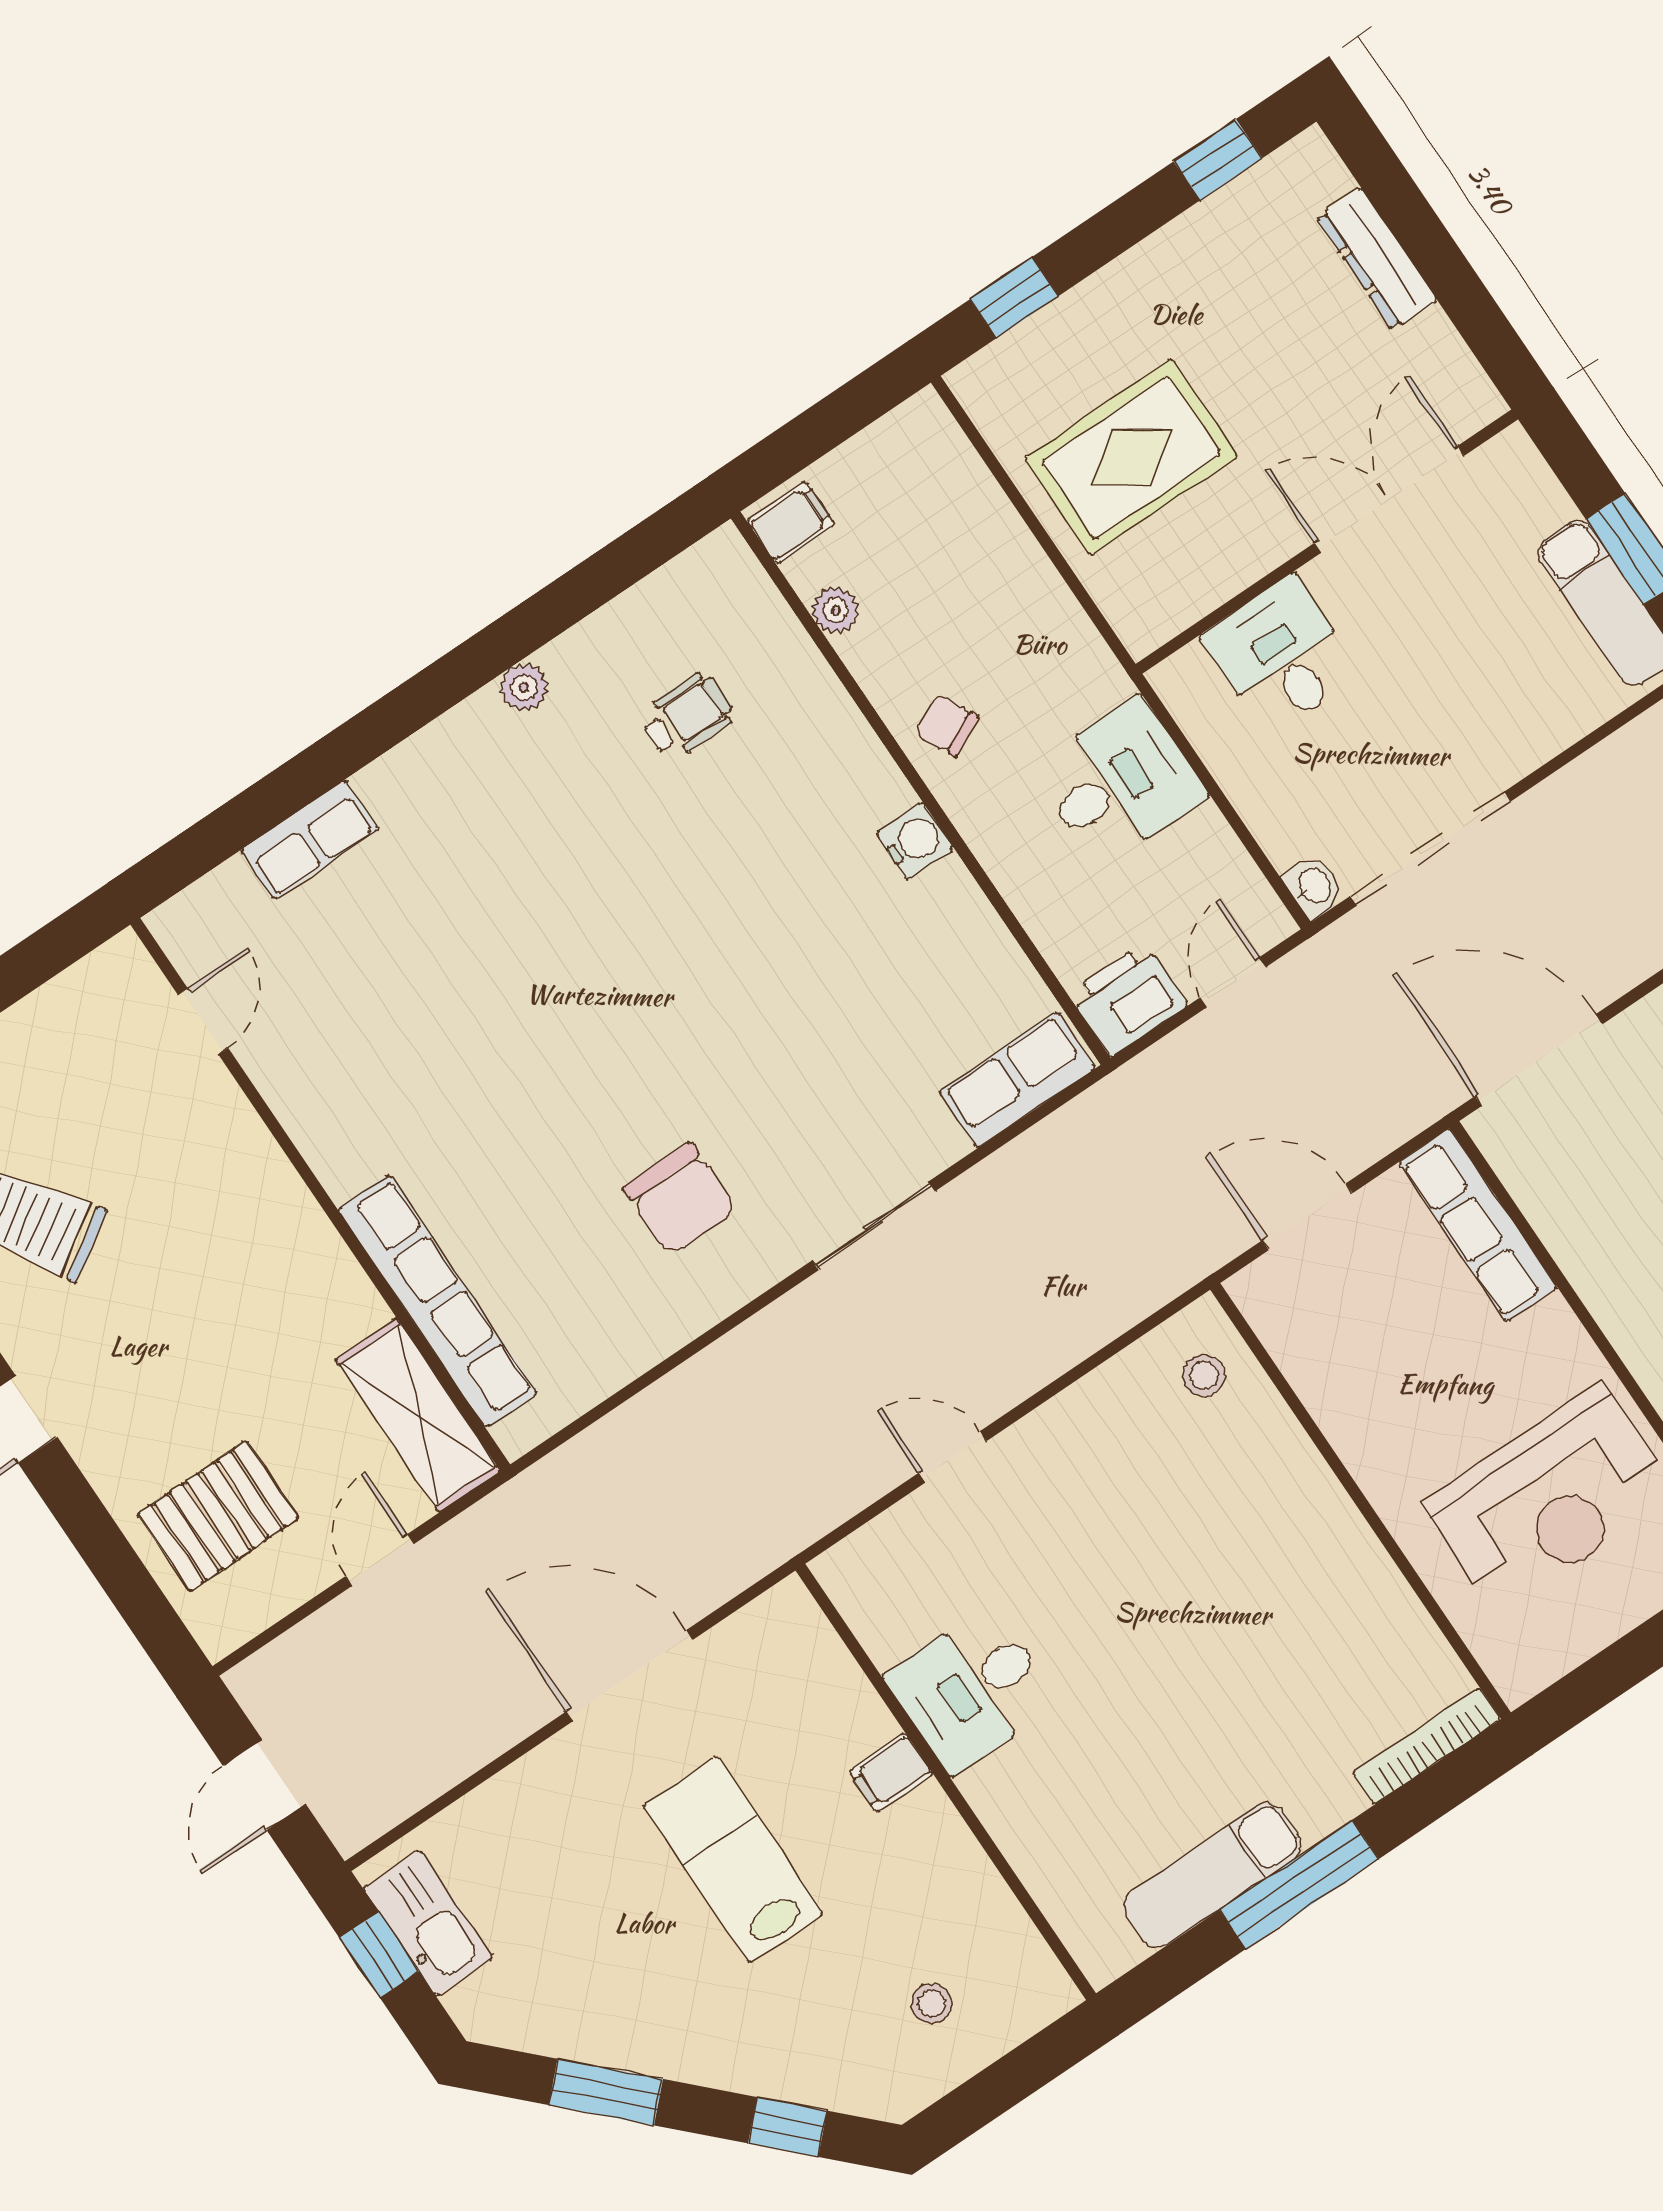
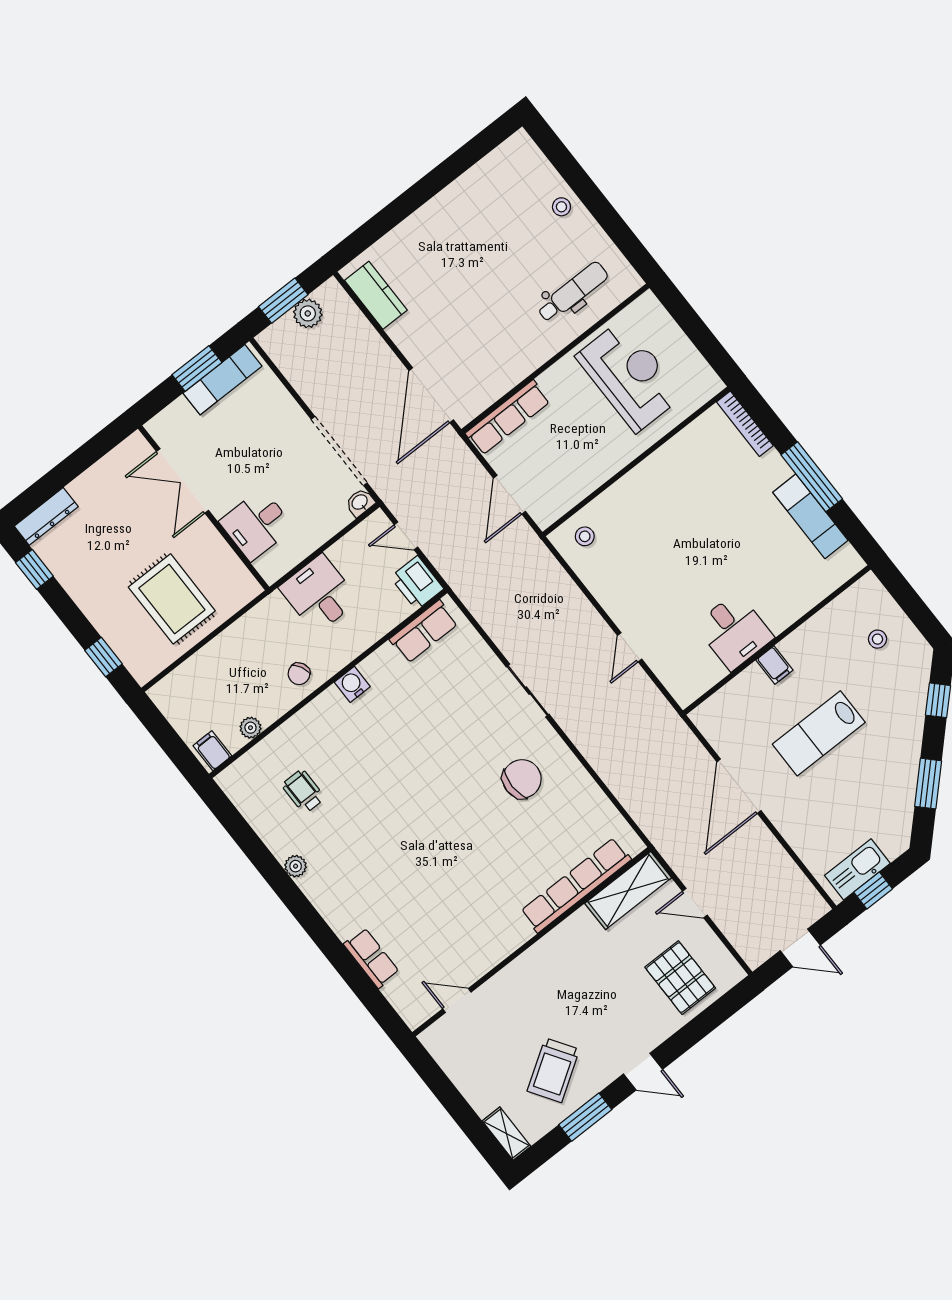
dresser: (1377, 259) -> (46, 516), moved
row of seats: (1017, 1080) -> (424, 632), moved, turned -90

